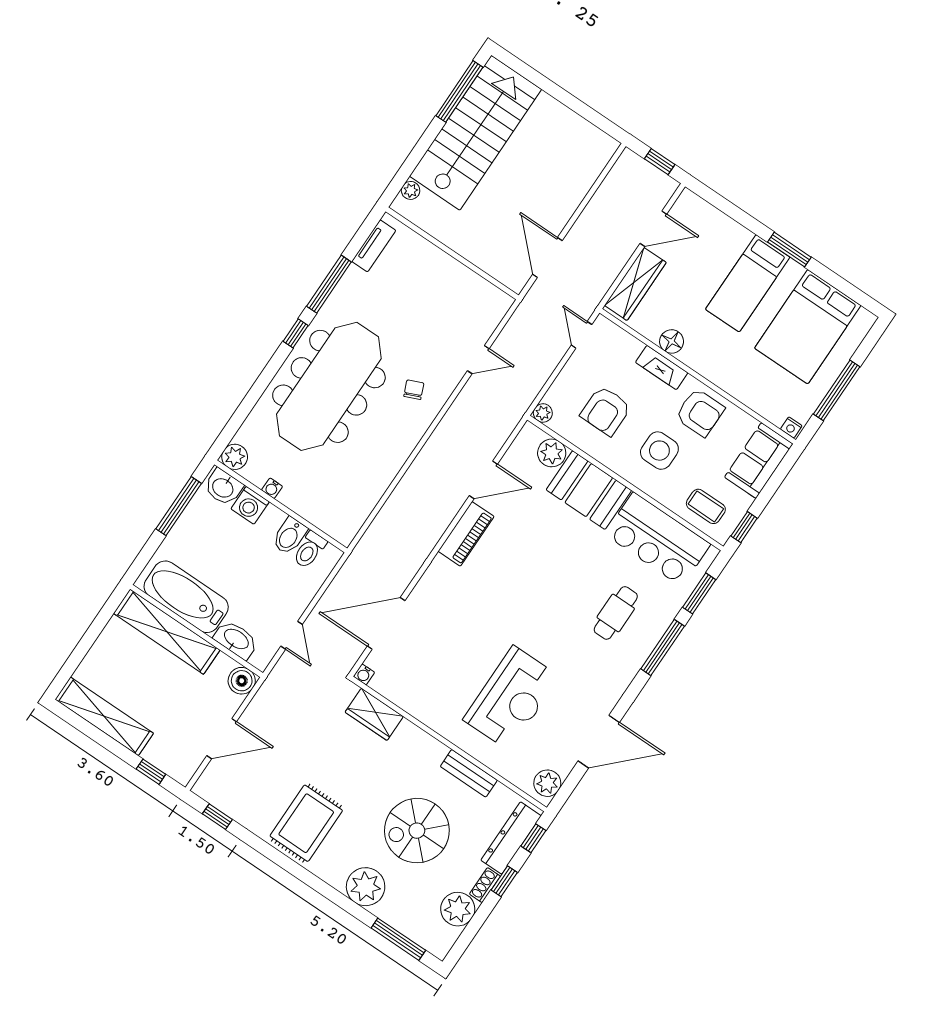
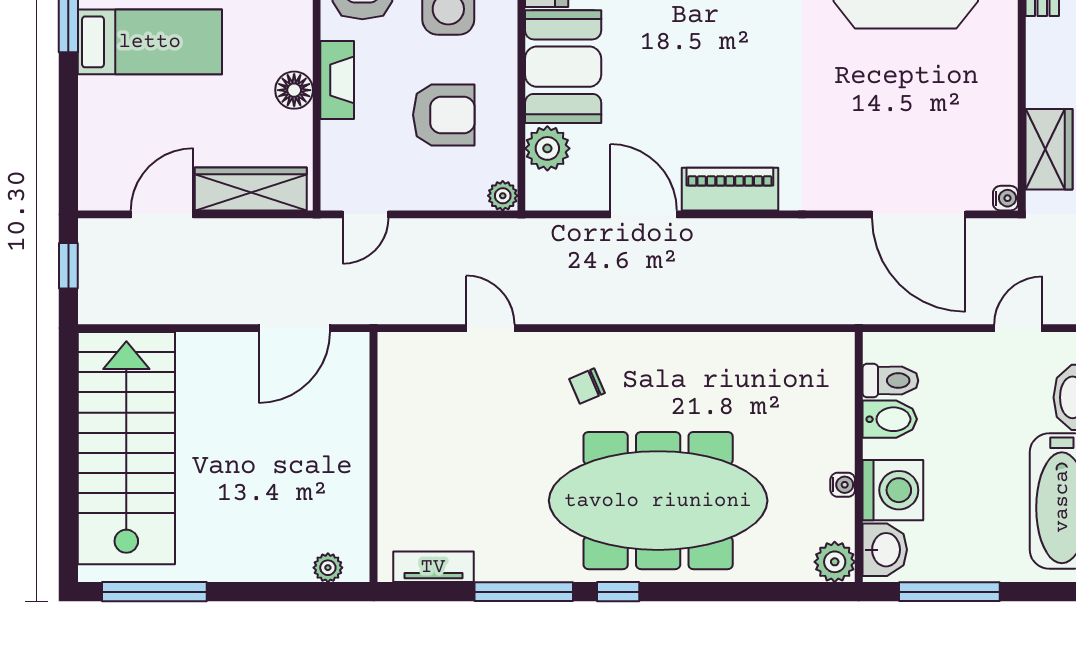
stairs: (476, 133) -> (126, 448), moved, turned 90
door: (653, 229) -> (162, 214), hinge flipped
washing machine: (250, 505) -> (893, 490), width x1.37, depth x1.37

